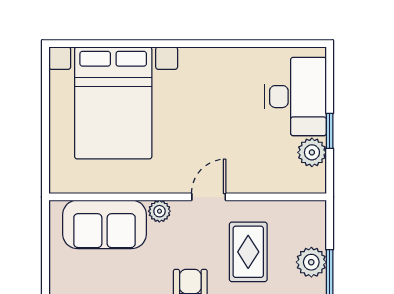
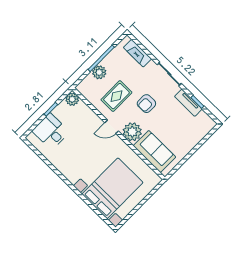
desk: (296, 97) -> (51, 132), width x0.73
plant: (312, 152) -> (72, 99), moved
plant: (159, 211) -> (132, 132), width x1.87, depth x1.87

